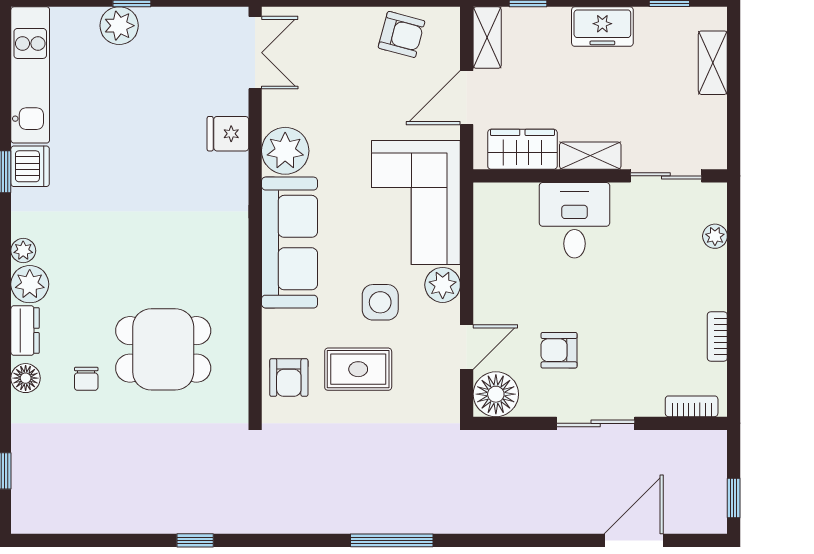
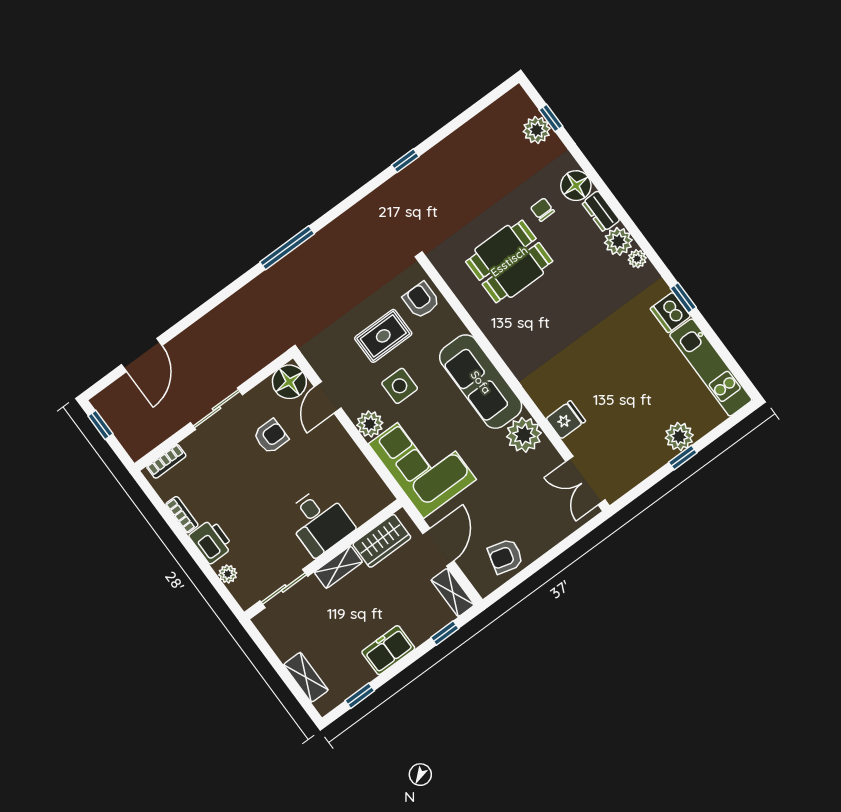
printer: (707, 285) -> (211, 541), added
floor lamp: (26, 378) -> (576, 186), width x1.38, depth x1.38
plant: (29, 469) -> (537, 130), added

